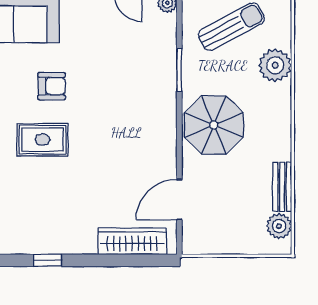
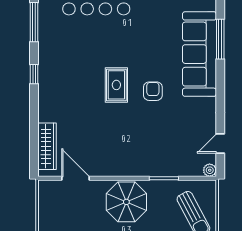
armchair: (52, 86) -> (153, 91), turned 180
window: (48, 260) -> (34, 74), moved

